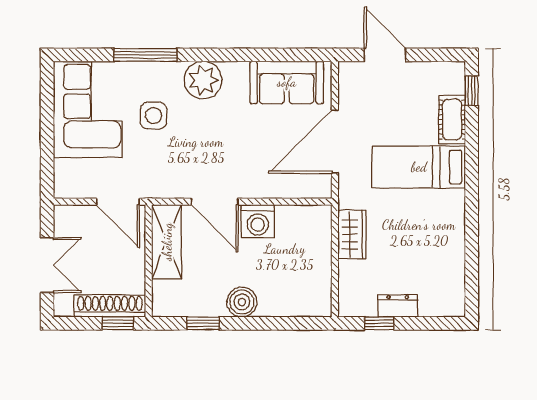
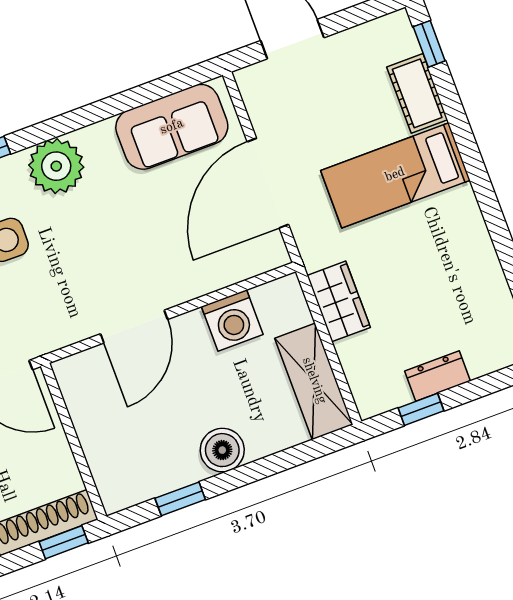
door: (215, 202) -> (134, 327), hinge flipped
washing machine: (258, 221) -> (232, 320), moved
shelving: (167, 242) -> (314, 381), moved

